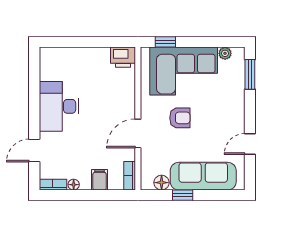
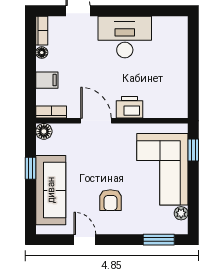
printer: (123, 57) -> (129, 107), moved, turned 90
armchair: (180, 118) -> (110, 200), moved
floor lamp: (162, 183) -> (44, 131), moved

